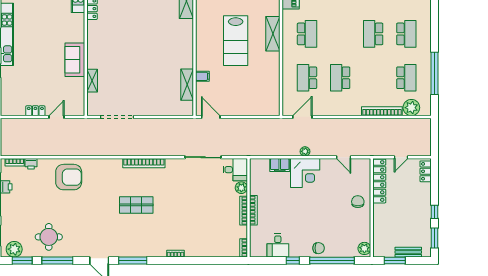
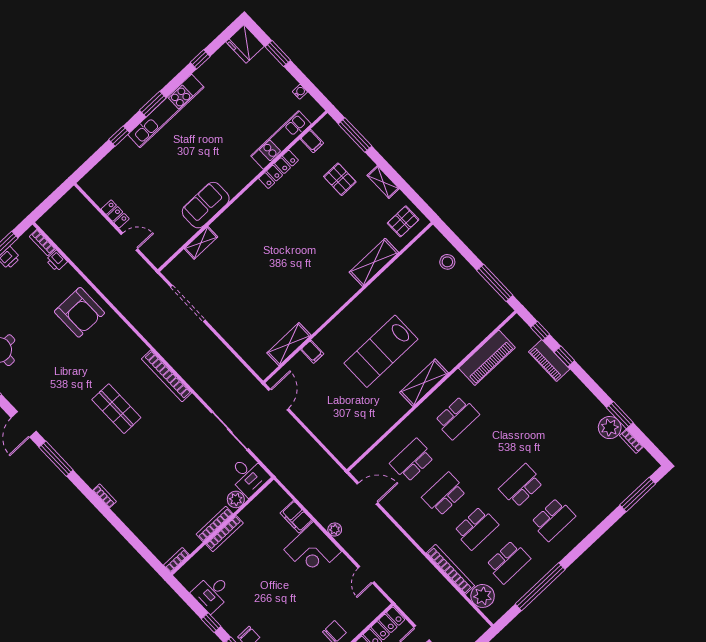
school desk: (373, 78) -> (476, 528), added

